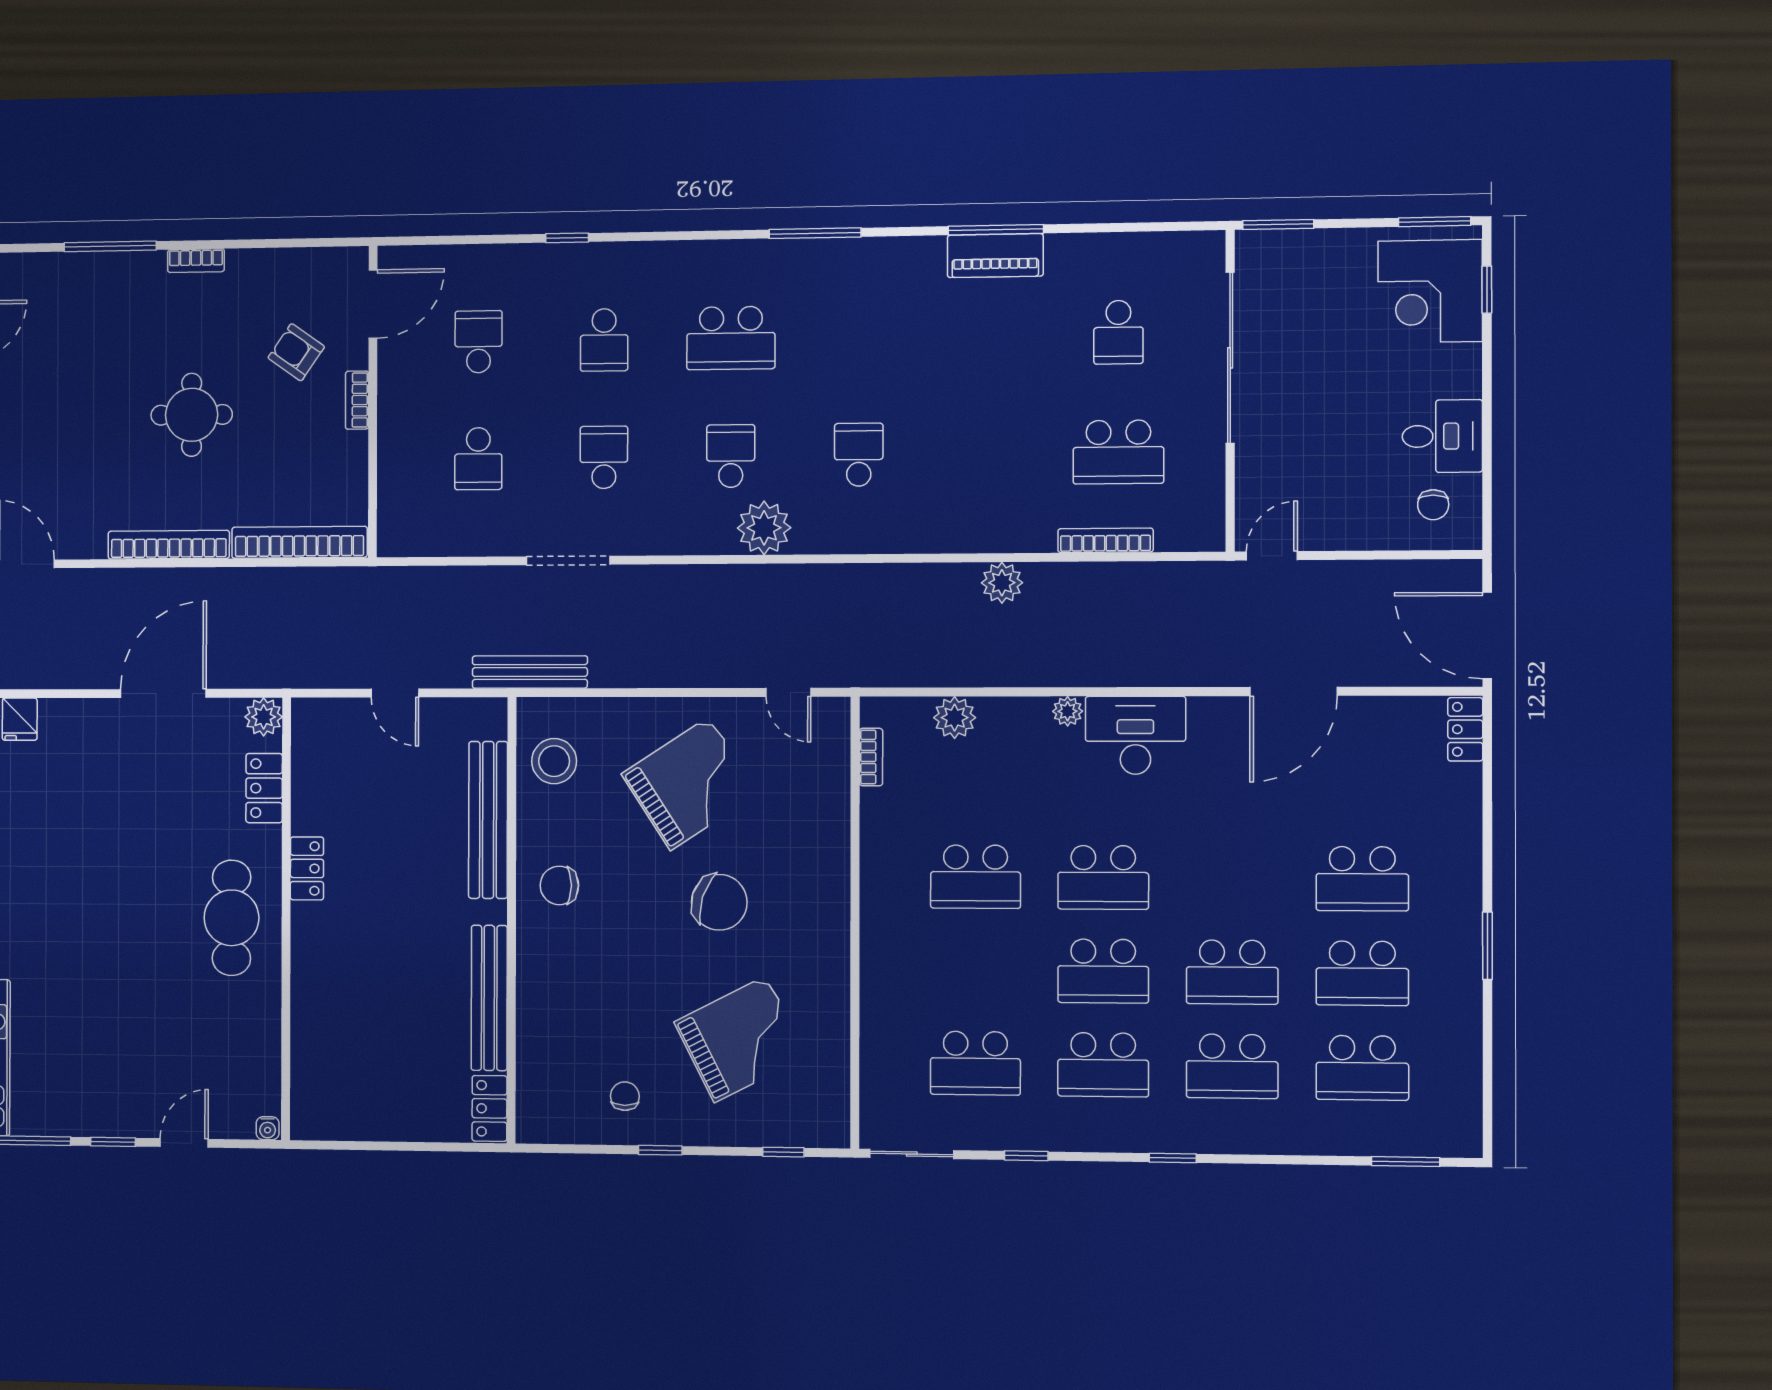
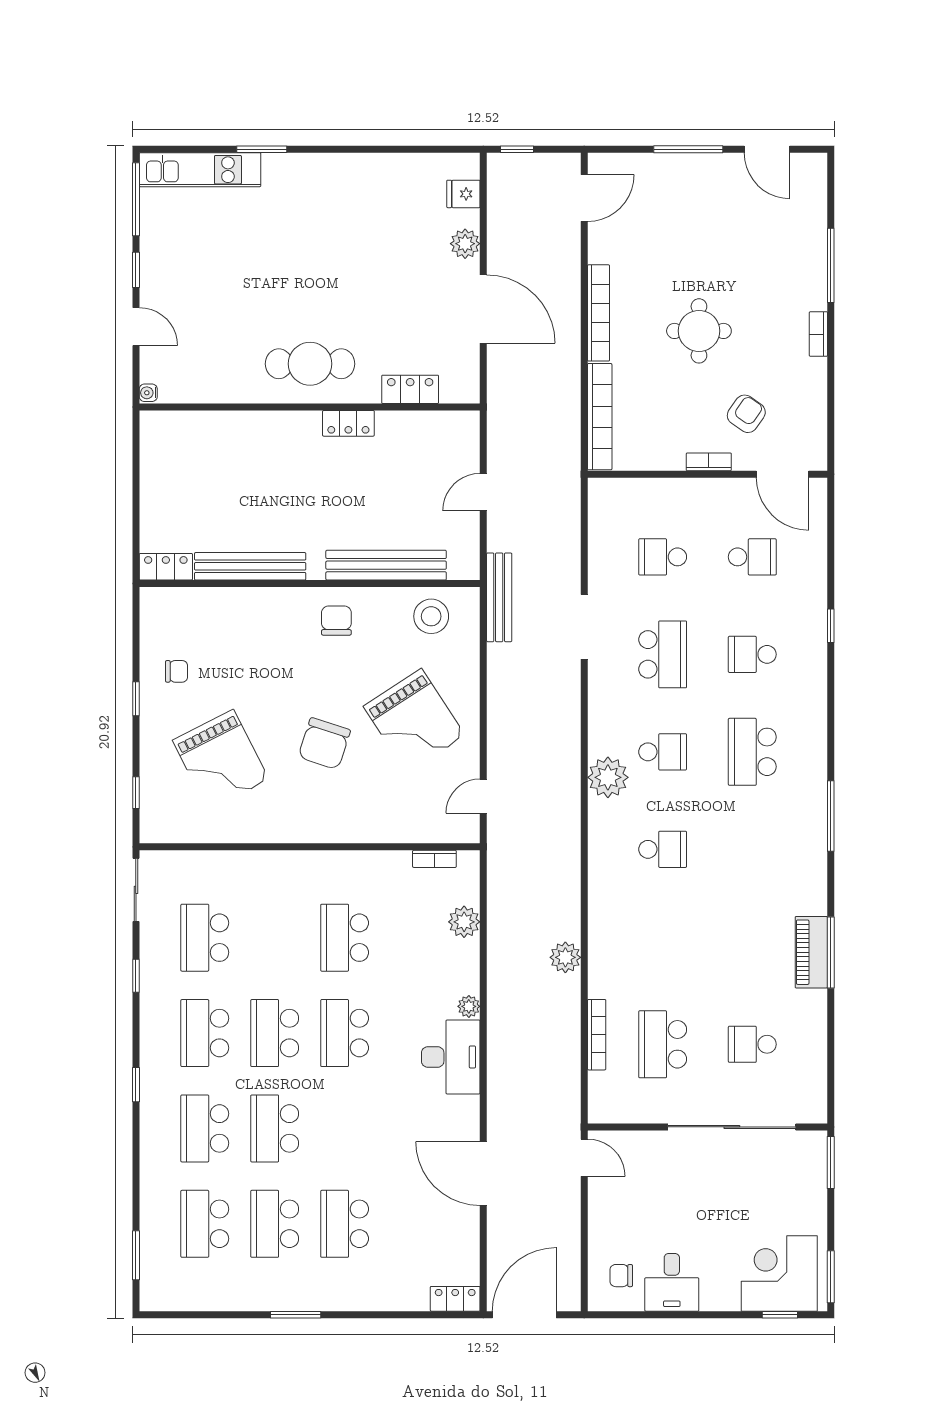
school desk: (604, 457) -> (663, 654), width x1.85
plant: (264, 717) -> (465, 244), moved

